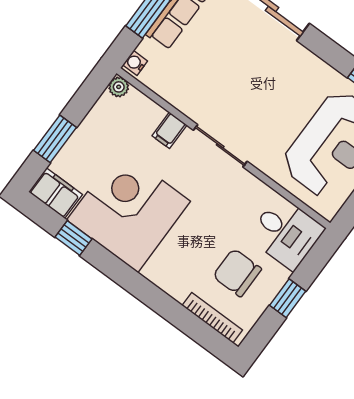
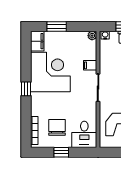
window: (73, 238) -> (26, 89), moved

